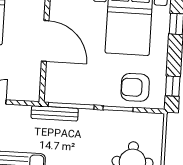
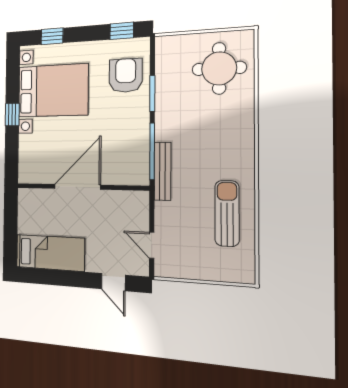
armchair: (135, 87) -> (126, 75), turned 180

